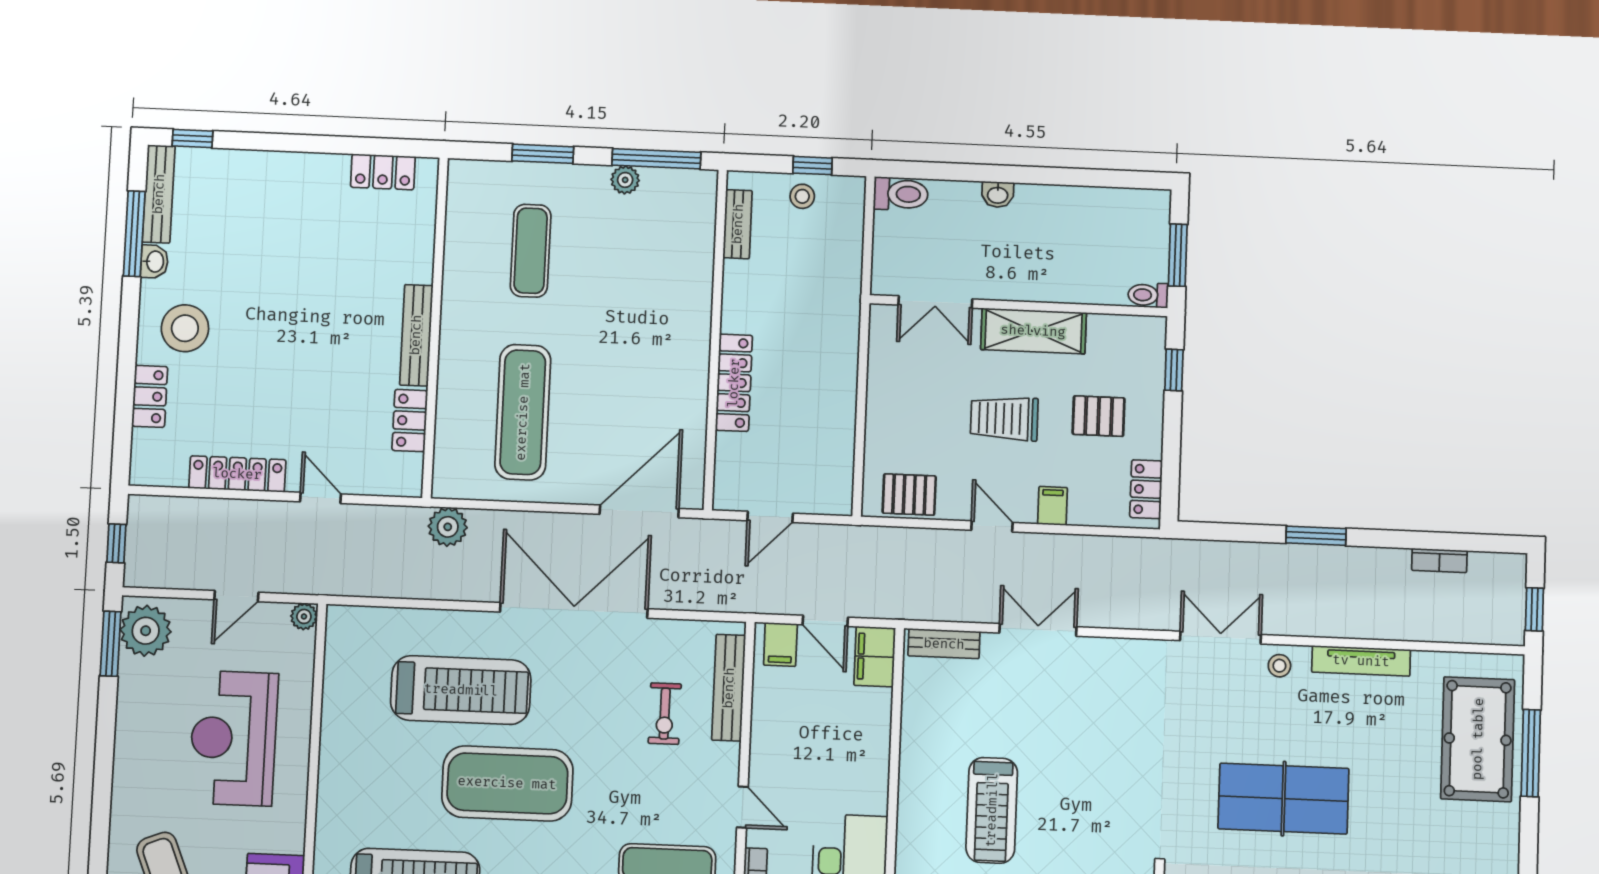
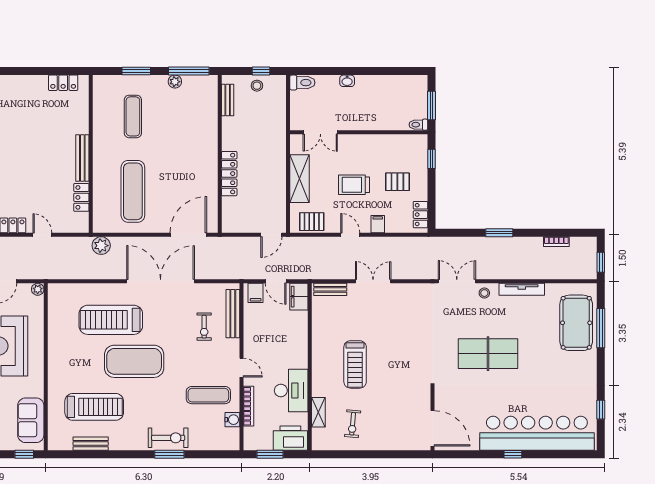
shelving: (1033, 331) -> (300, 179), moved, turned 90
door: (770, 517) -> (271, 235), moved
treadmill: (461, 690) -> (111, 320), turned 180

